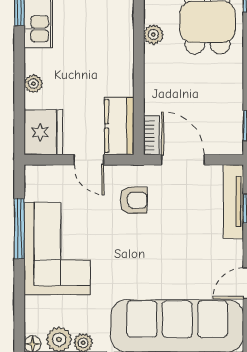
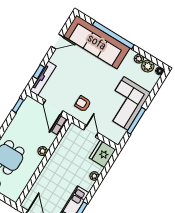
plant: (153, 35) -> (43, 151), moved
kitchen counter: (119, 126) -> (70, 137), removed

